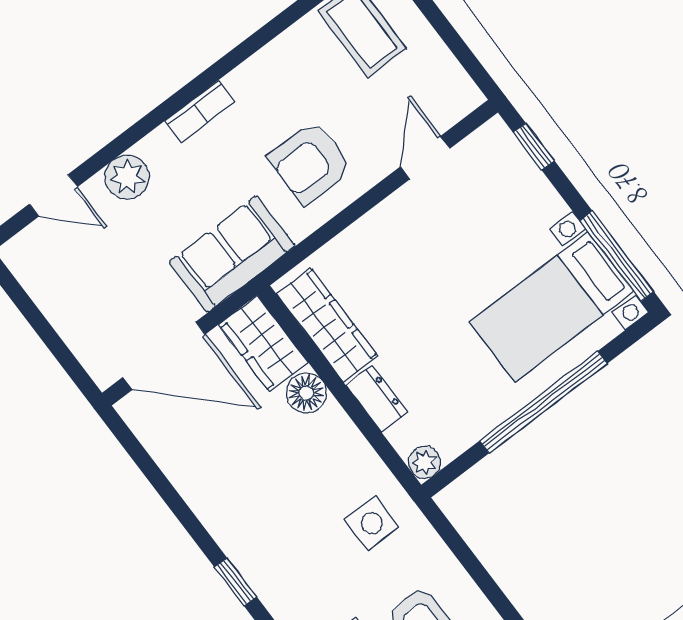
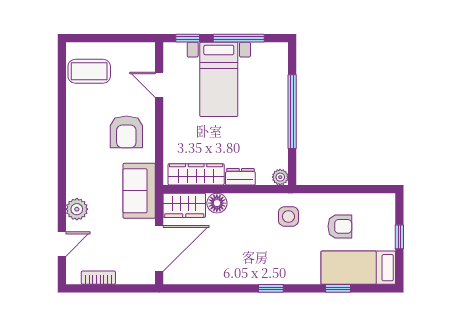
bookcase: (200, 111) -> (98, 278), moved, turned -90
window: (617, 256) -> (239, 38), moved
bed with nightstands: (552, 307) -> (219, 79), moved

